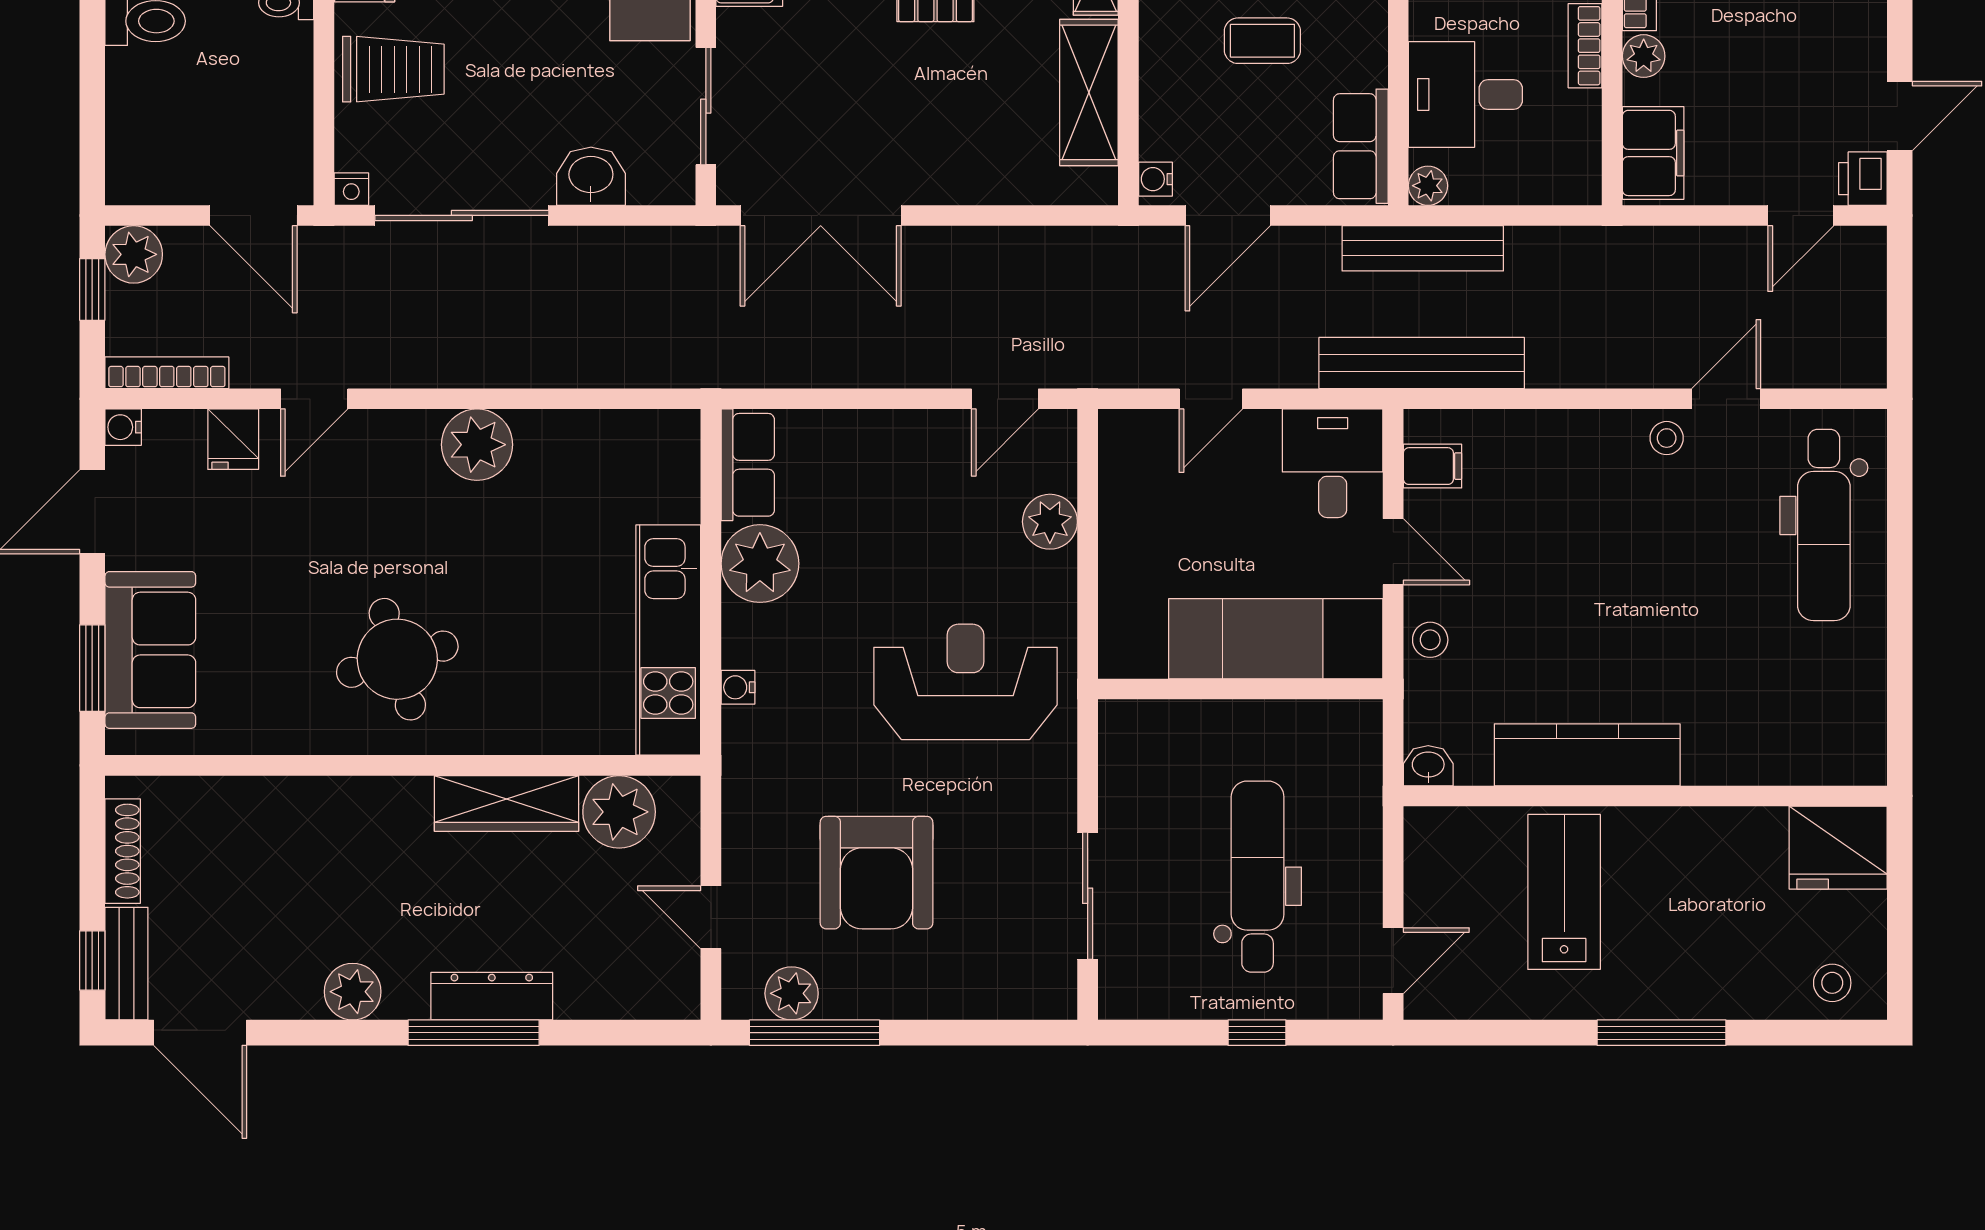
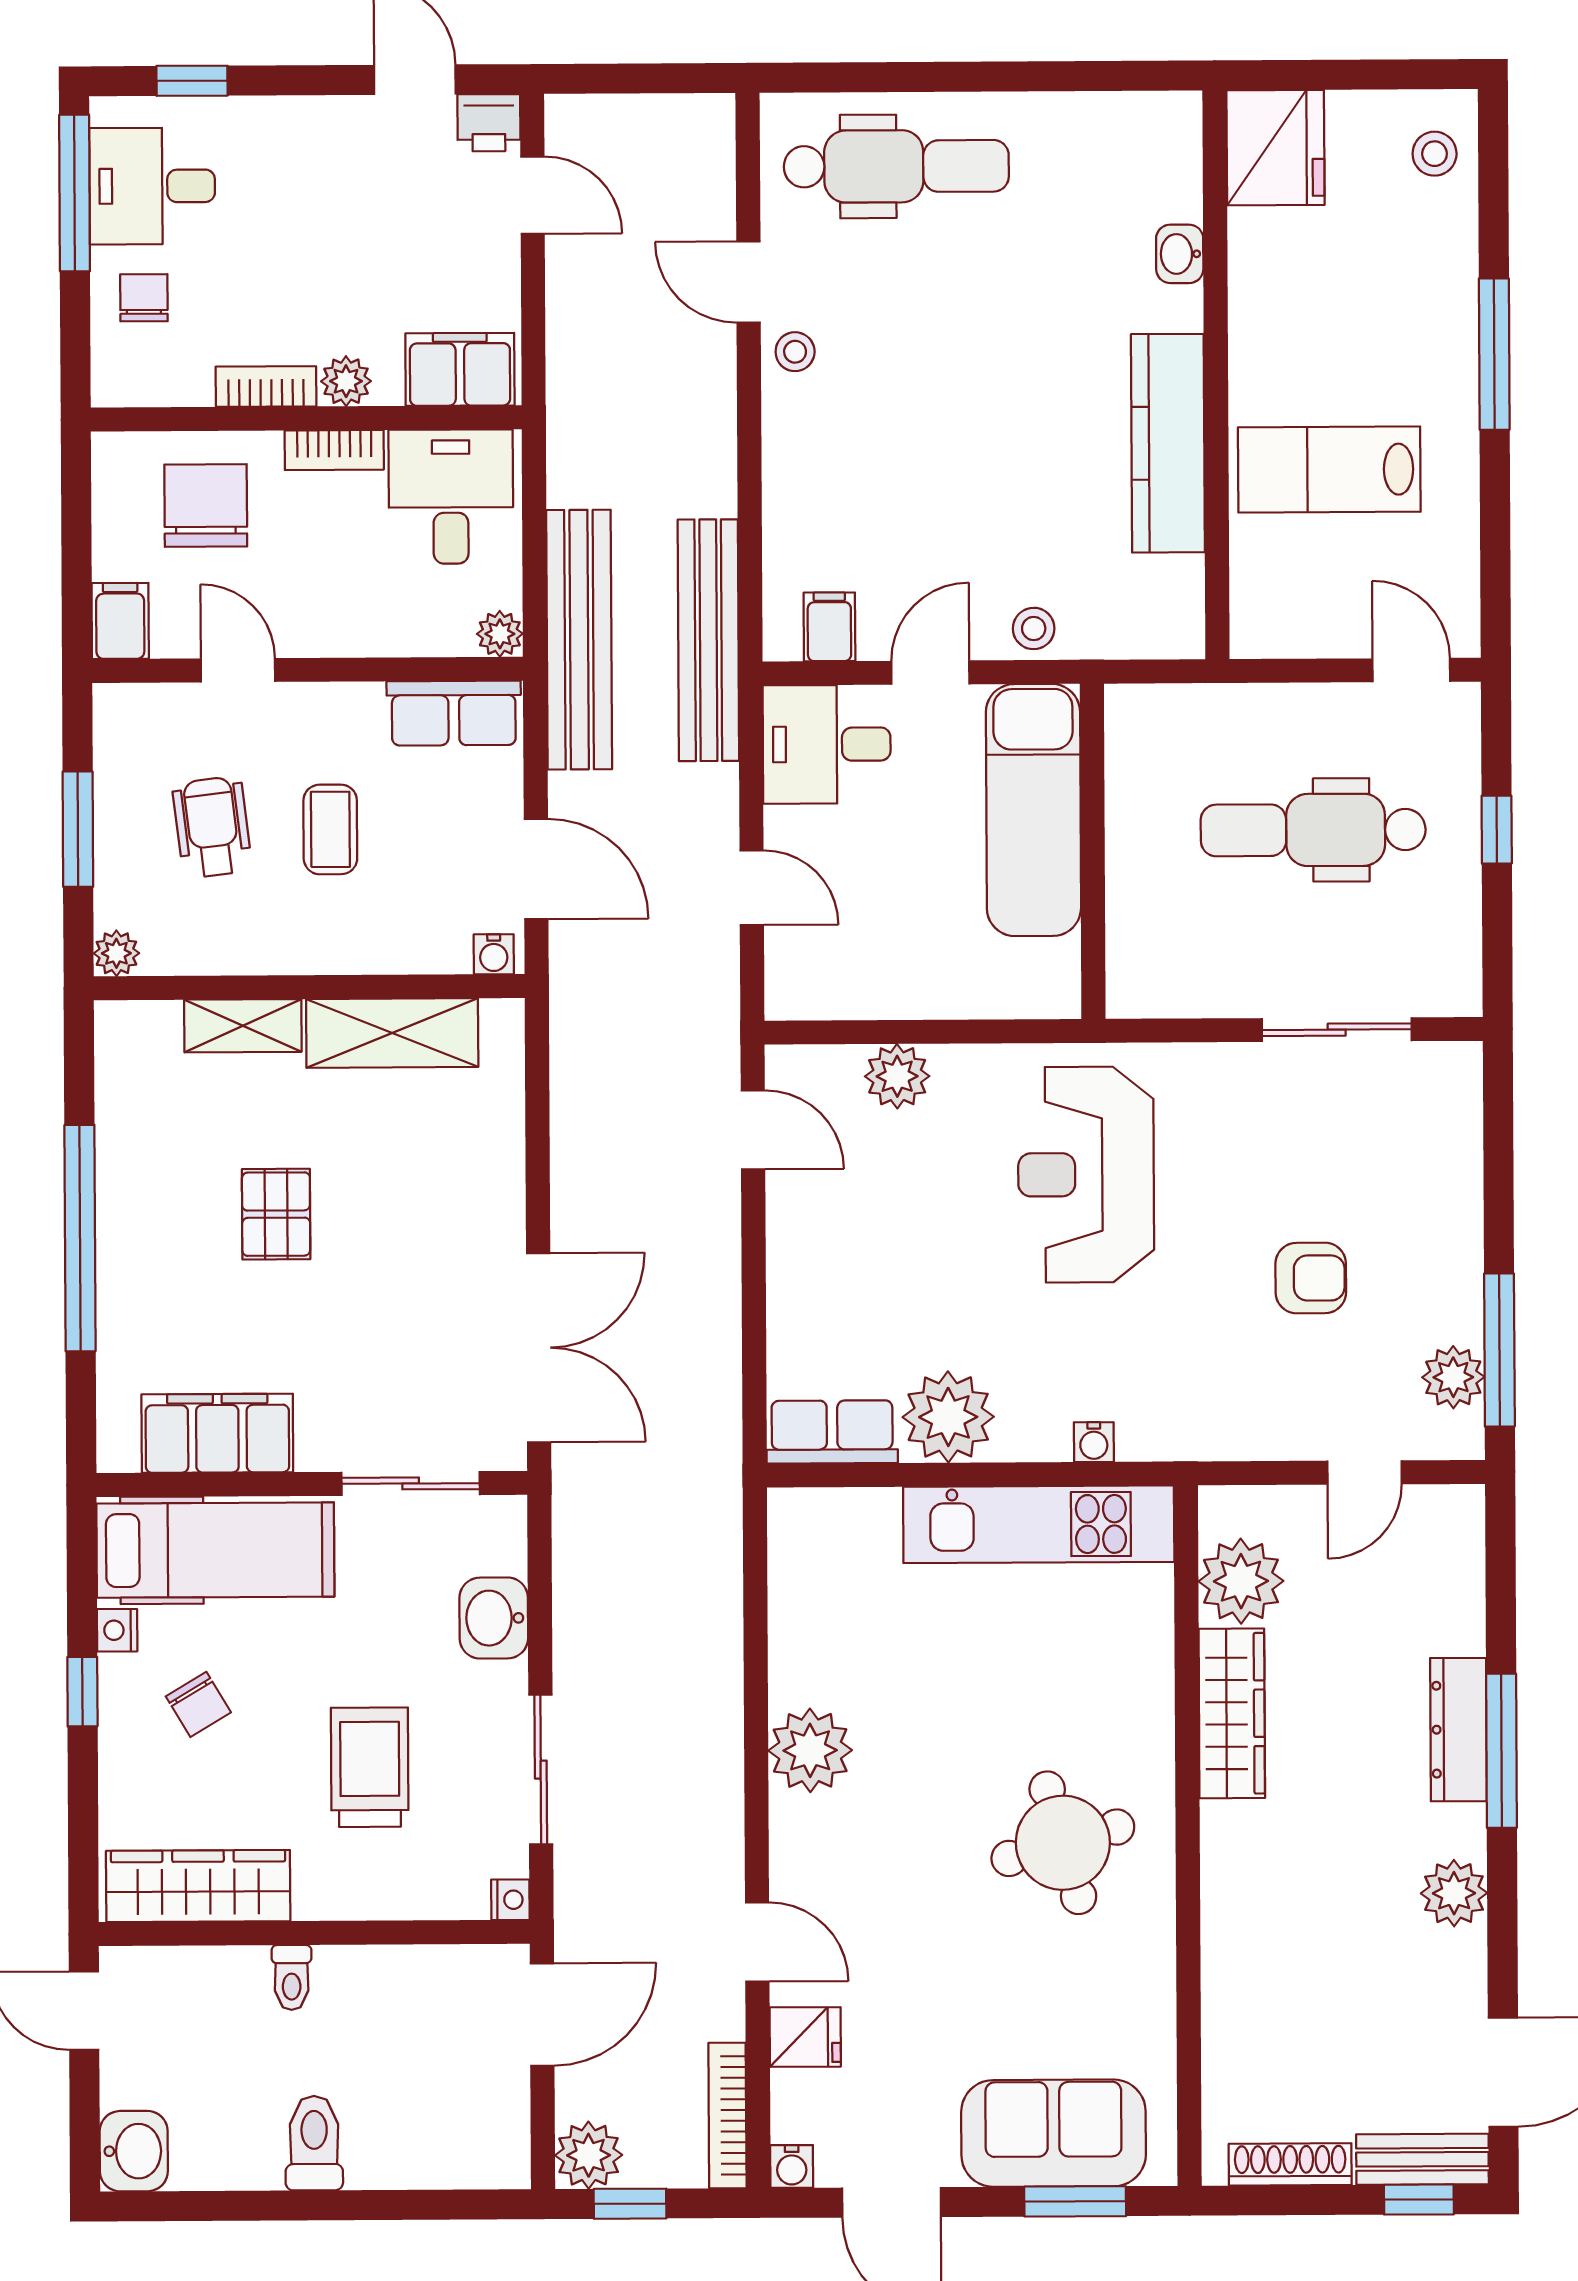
trolley: (393, 69) -> (370, 1767), moved
desk: (1465, 94) -> (451, 497), moved, turned 180
sliding door: (462, 215) -> (541, 1770), width x0.73
bench: (1423, 248) -> (579, 640), width x1.37, depth x1.21
washbasin: (1428, 766) -> (1180, 254), moved
armchair: (877, 873) -> (1311, 1278), width x0.53, depth x0.53

